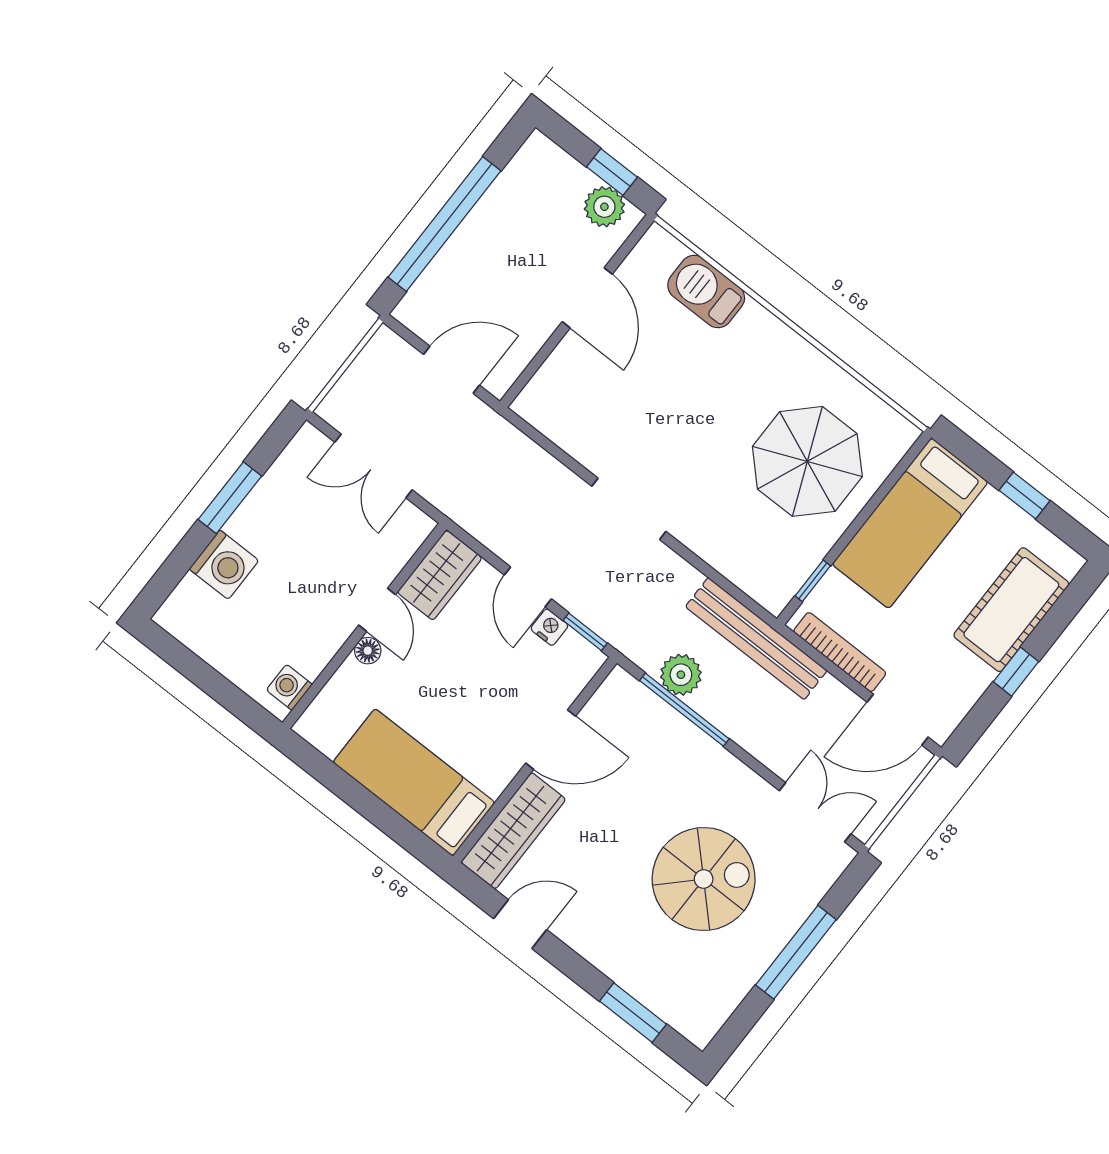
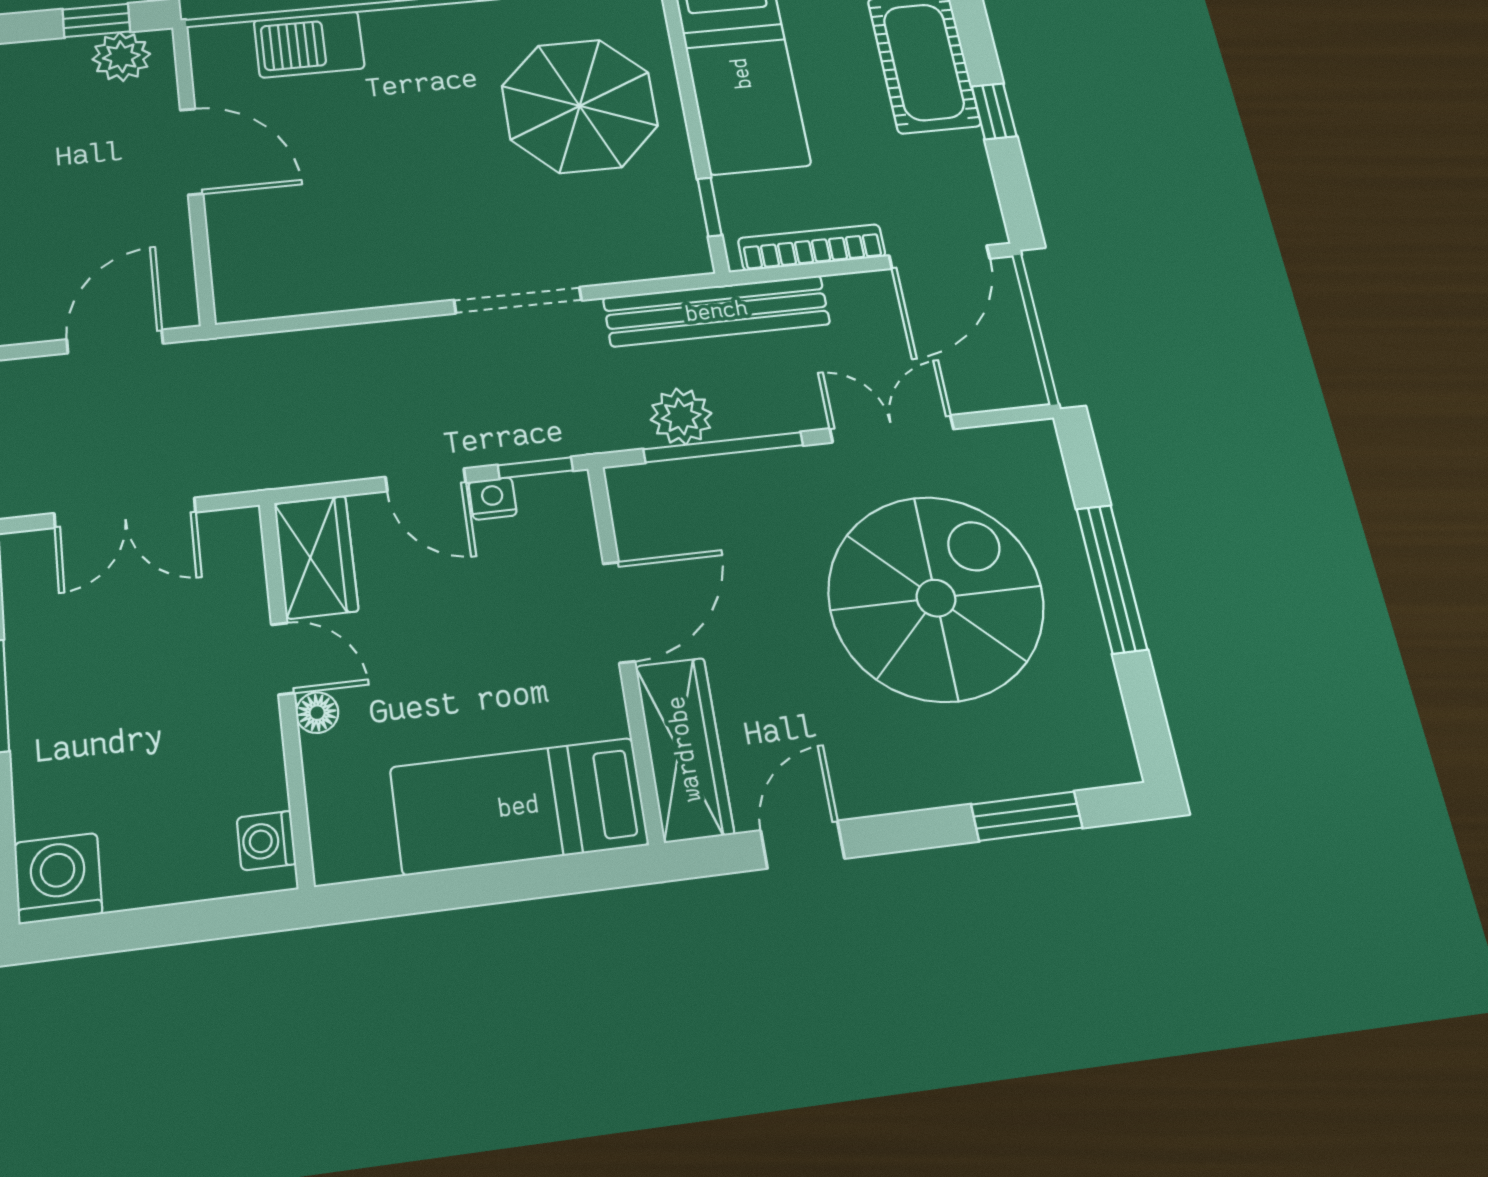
doorway: (629, 509) -> (518, 300), moved
washing machine: (224, 565) -> (58, 878), moved, turned -90
double door: (815, 812) -> (892, 429), moved
spiral stairs: (704, 879) -> (936, 598), width x1.37, depth x1.37

